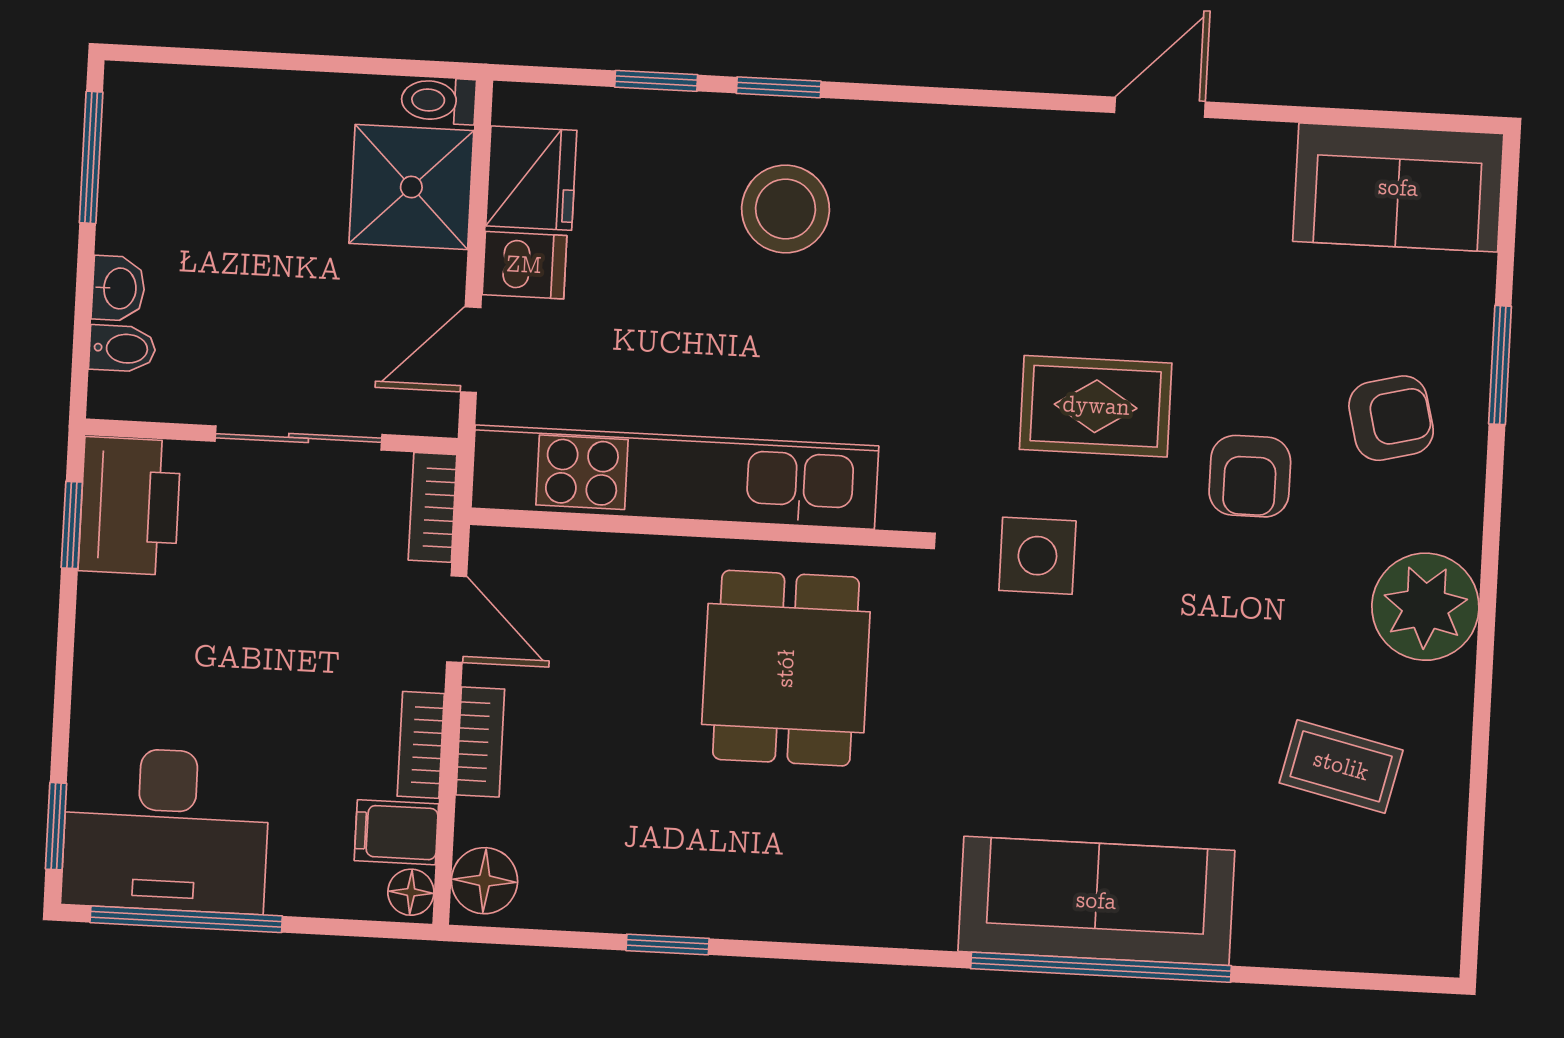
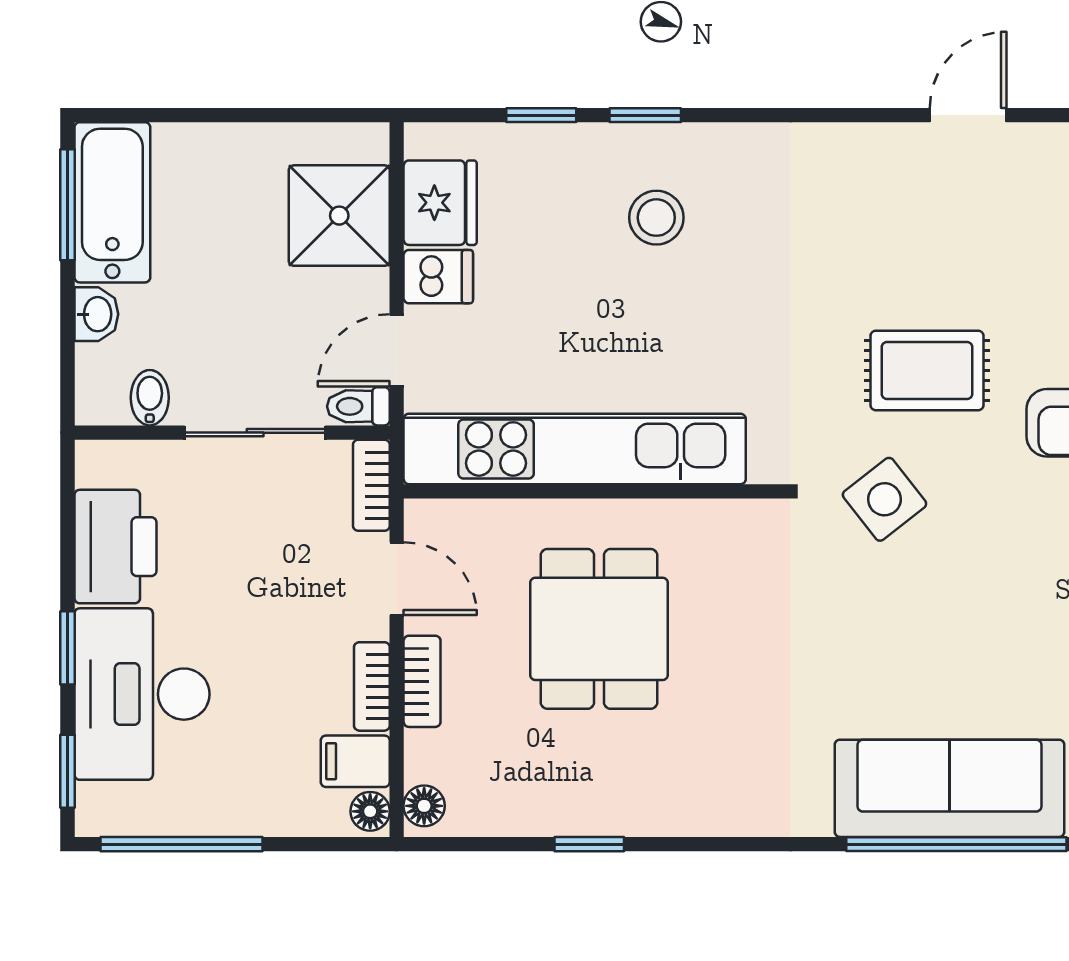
toilet: (439, 101) -> (358, 406), moved
bathtub: (144, 157) -> (112, 202), added
stool: (786, 209) -> (656, 218), width x0.73, depth x0.73
bidet: (122, 348) -> (150, 398), moved, turned -90
printer: (130, 506) -> (115, 547), moved
window: (72, 525) -> (67, 648), moved
side table: (1037, 556) -> (884, 499), turned -38
dining table: (786, 668) -> (599, 629), moved
desk: (166, 830) -> (142, 694), moved, turned 90
floor lamp: (484, 881) -> (424, 806), width x0.73, depth x0.73

